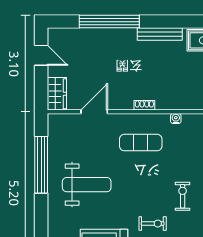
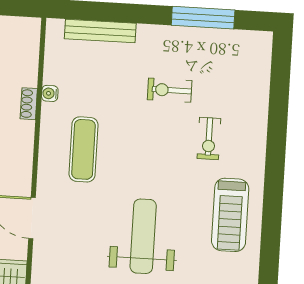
shoe rack: (144, 105) -> (29, 104), moved
exercise bike: (153, 224) -> (209, 139), turned 180

